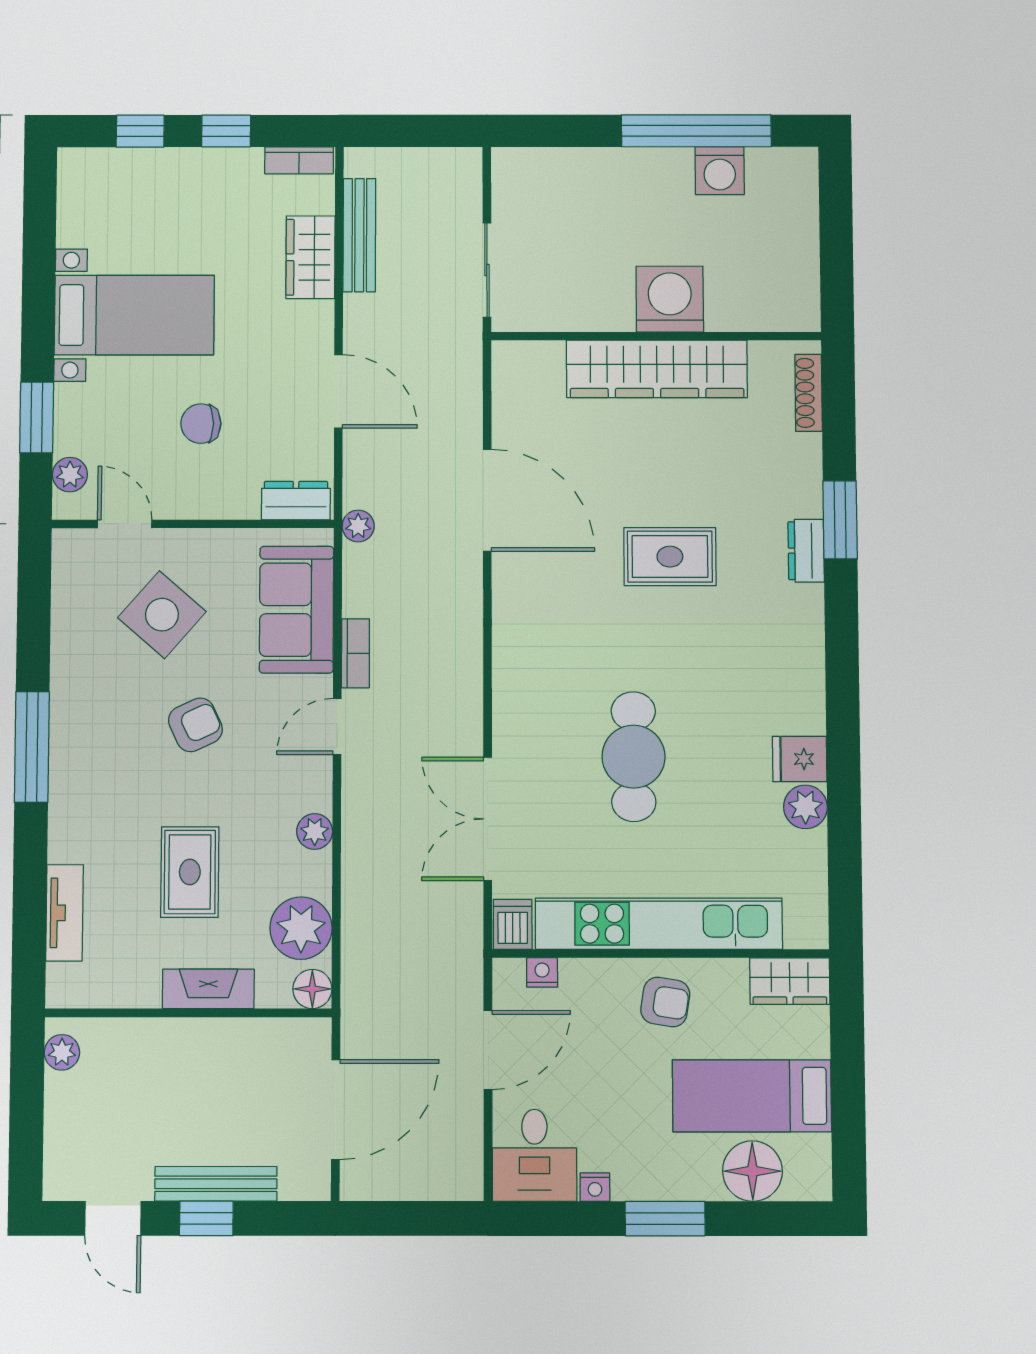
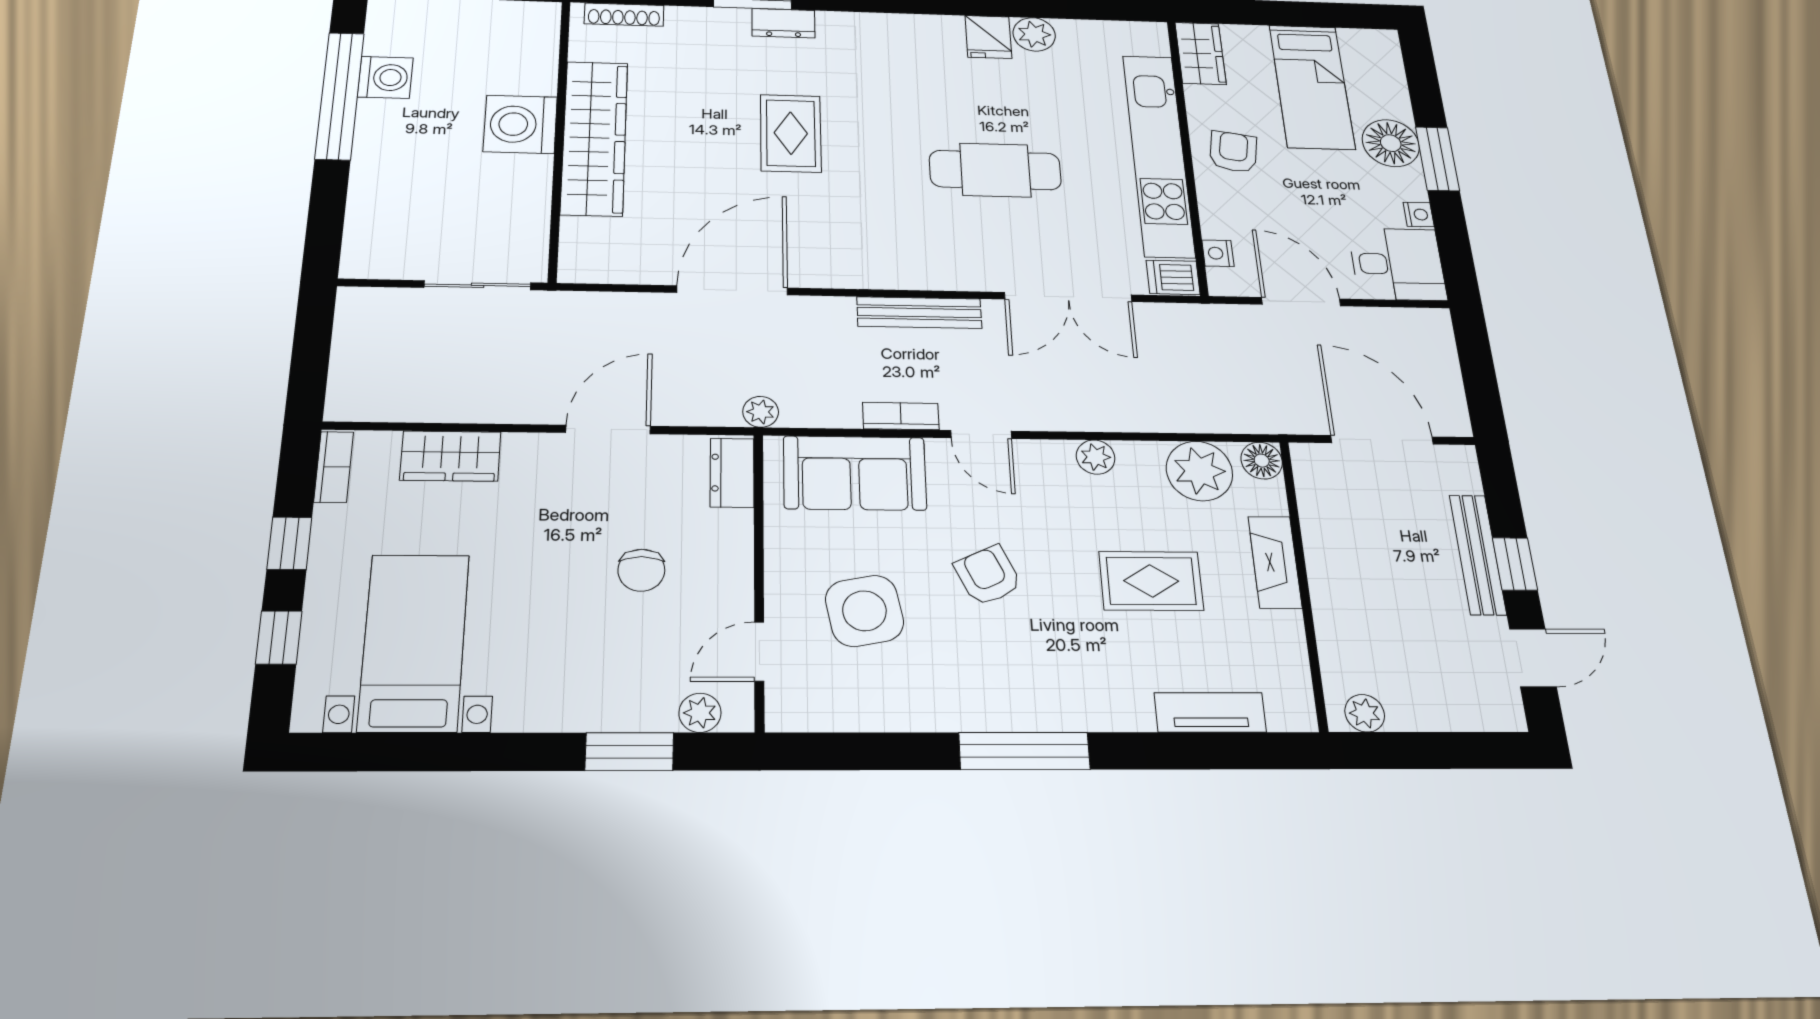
bench: (359, 235) -> (919, 313), moved
bed with nightstands: (134, 315) -> (414, 642), moved
side table: (162, 615) -> (864, 611), turned 38
floor lamp: (752, 1171) -> (1391, 143), moved

